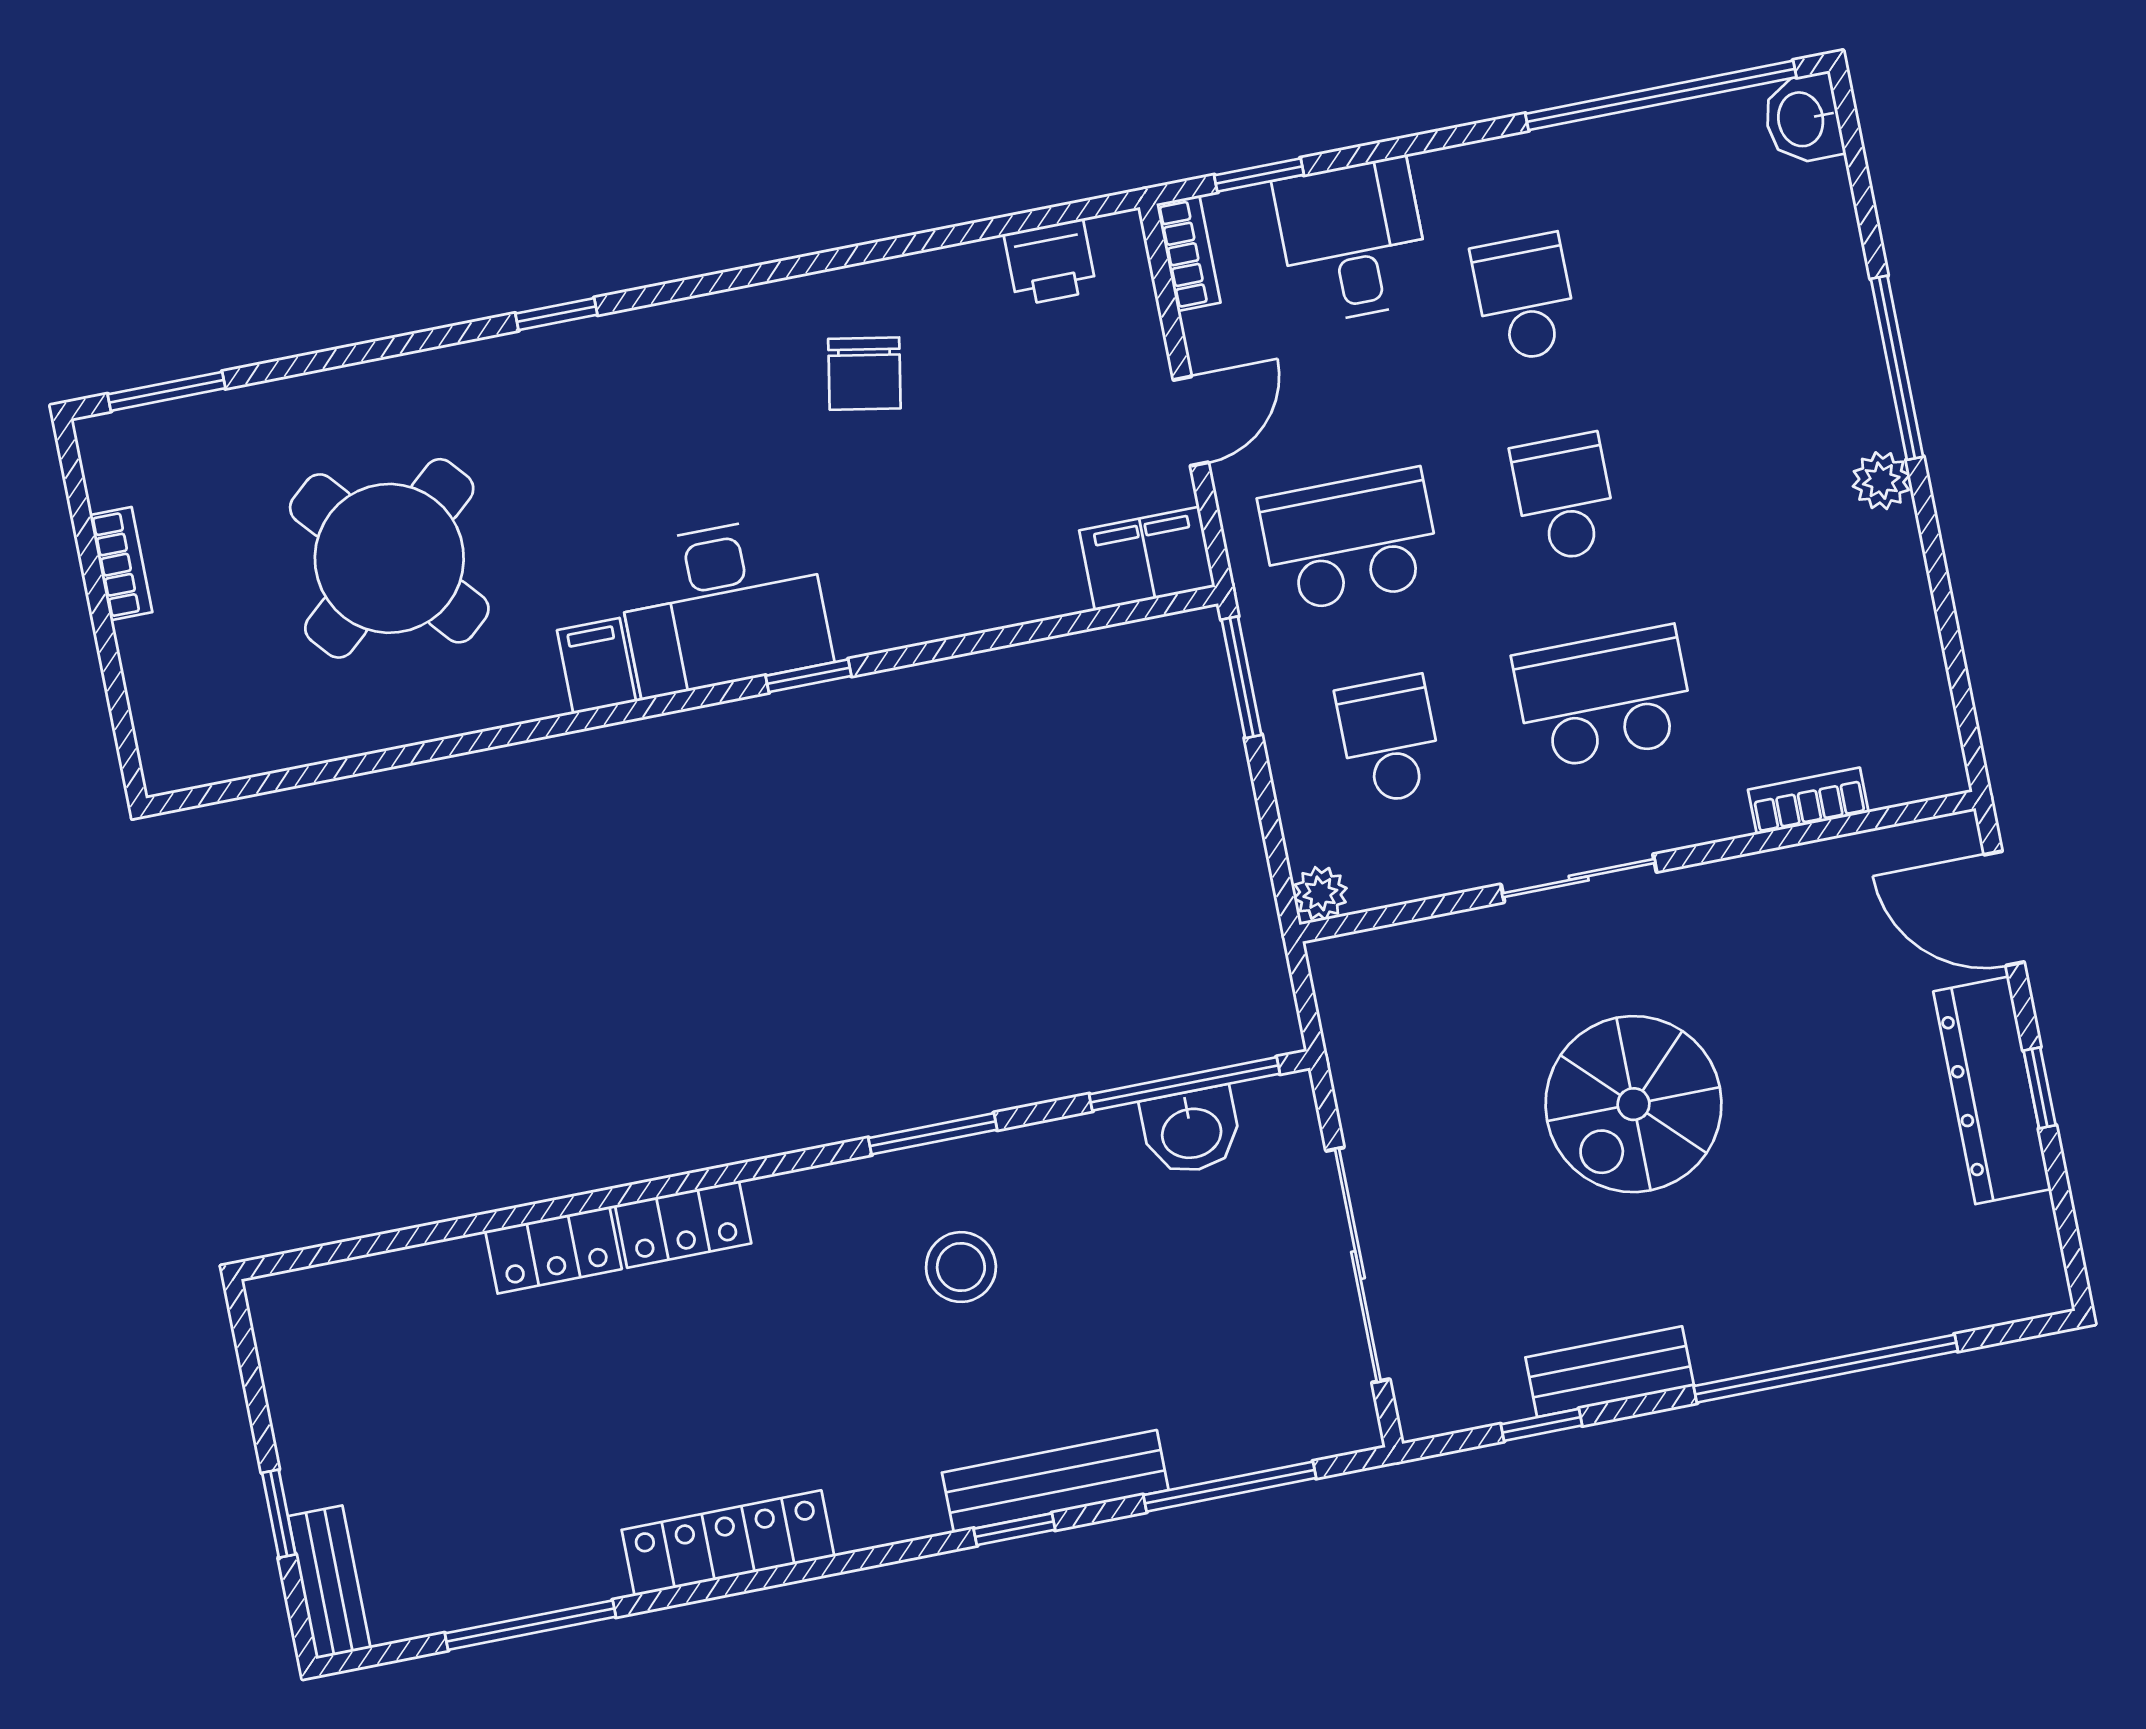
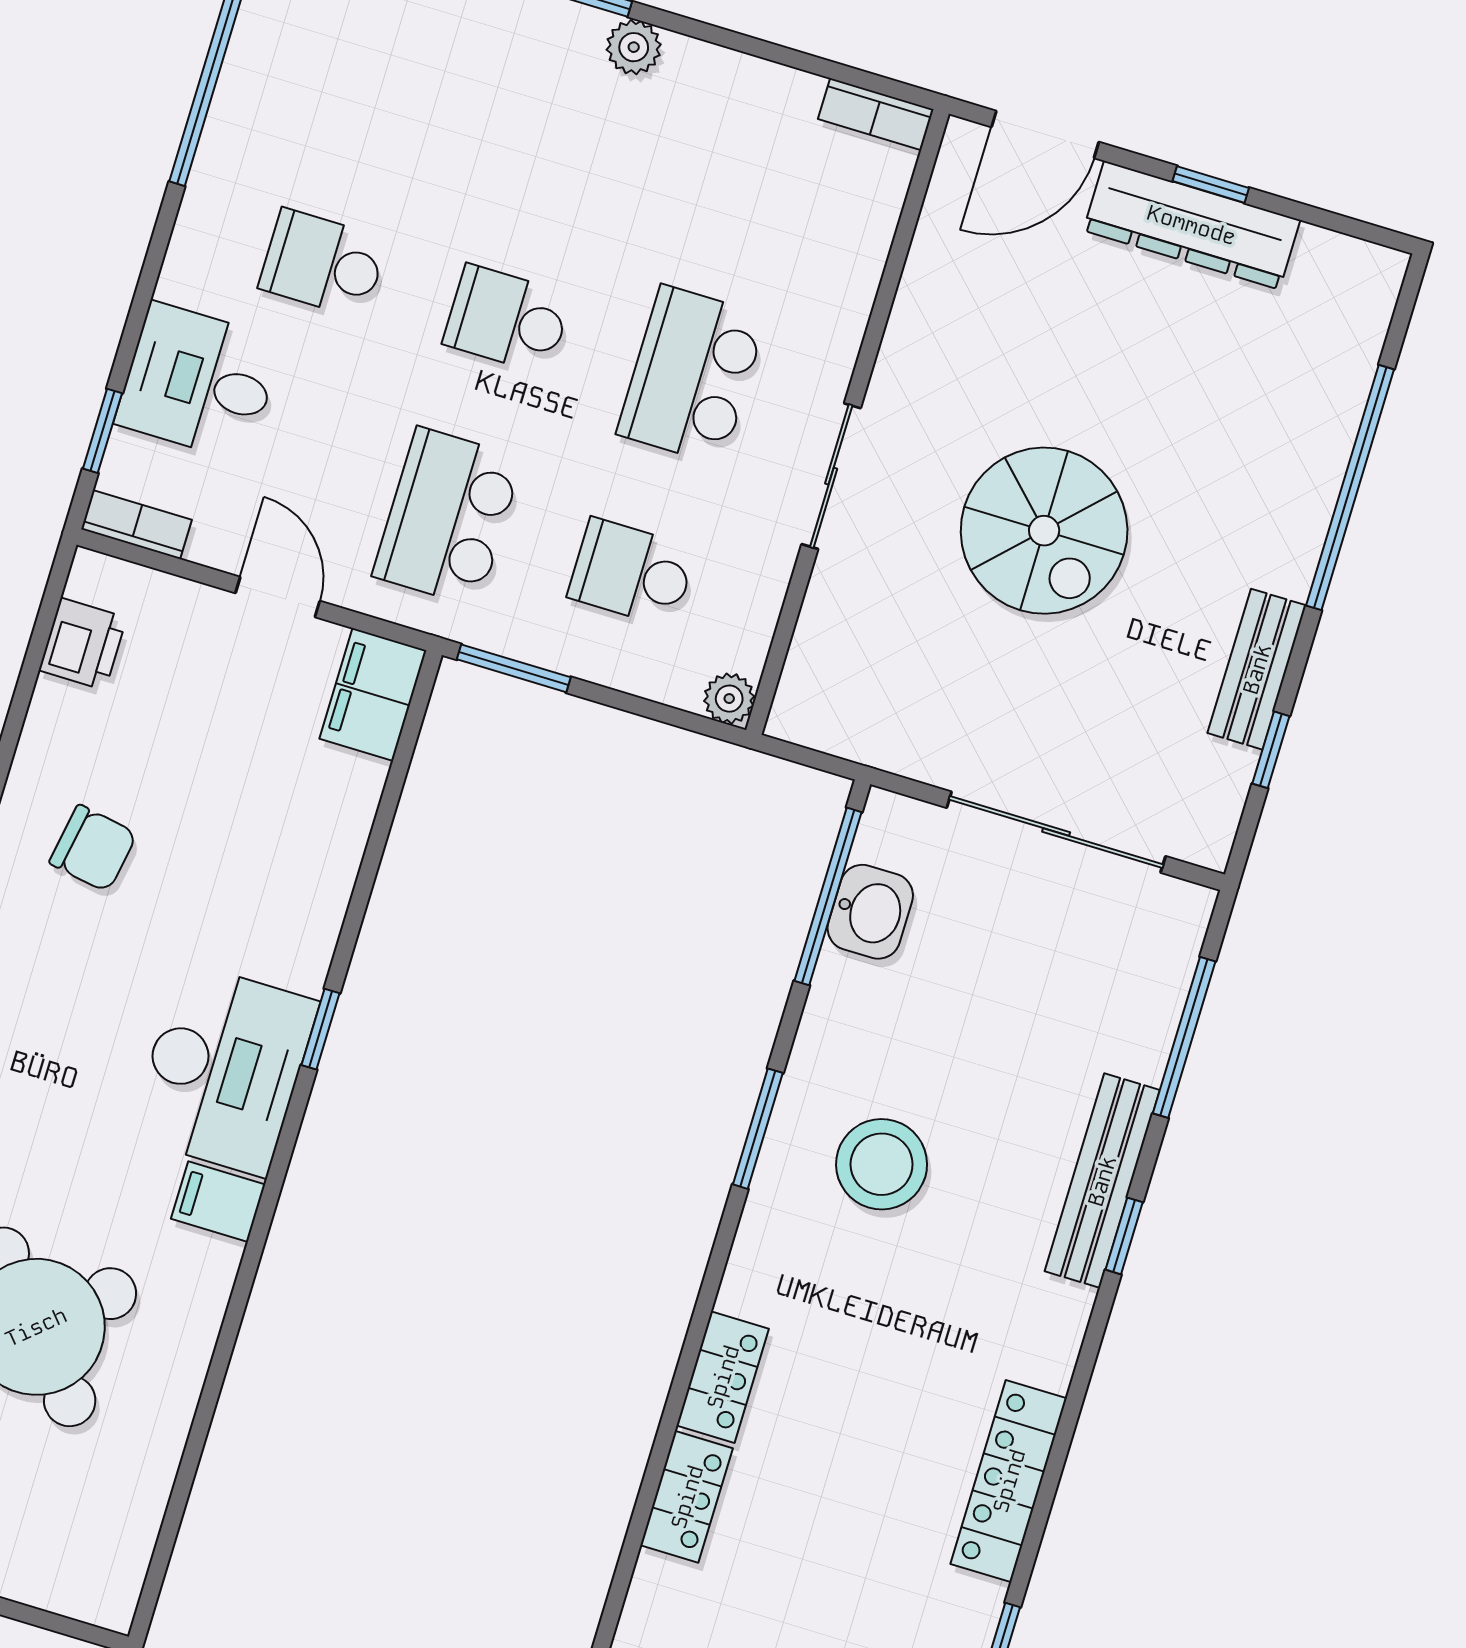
bookcase: (1808, 801) -> (876, 114), moved, turned -90
stool: (961, 1267) -> (882, 1164), width x1.38, depth x1.38

